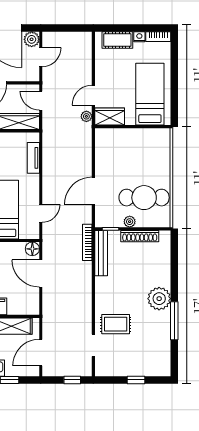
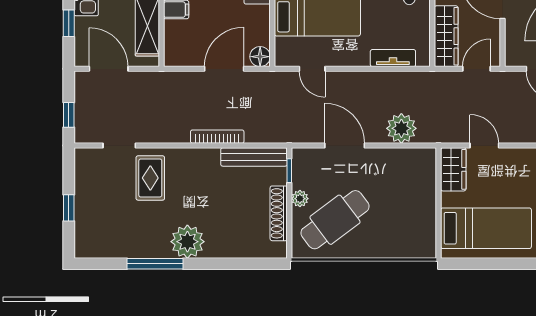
plant: (86, 116) -> (401, 128), moved, width x1.88, depth x1.88
cafe table: (144, 198) -> (335, 220), turned 53
bookcase: (87, 242) -> (217, 137), moved

